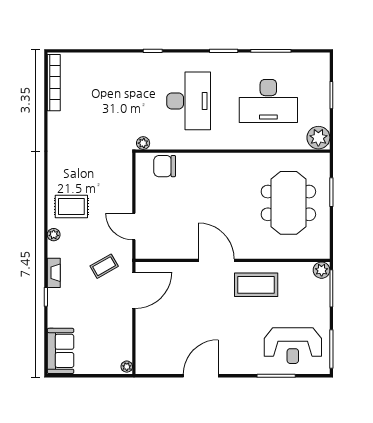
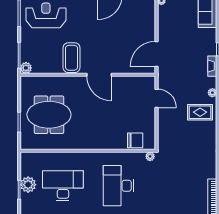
plant: (318, 138) -> (28, 185), moved
meeting table: (288, 203) -> (49, 115), turned 90
coffee table: (104, 266) -> (177, 71), removed
coffee table: (256, 285) -> (71, 58), turned 90

